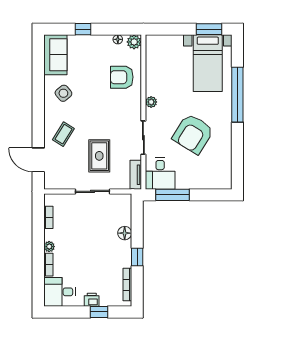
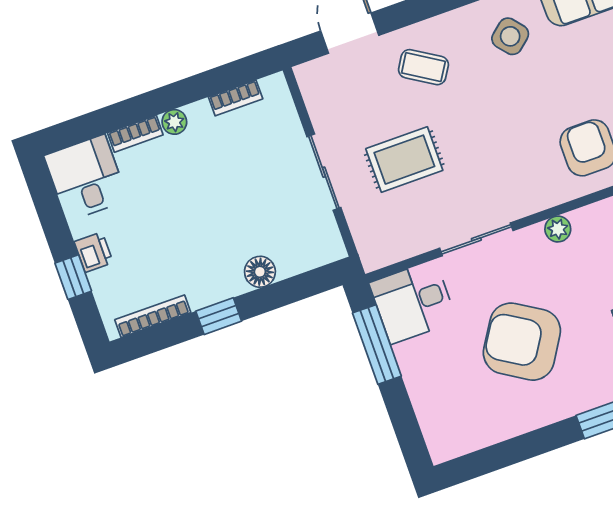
tv unit: (136, 175) -> (392, 251), removed

